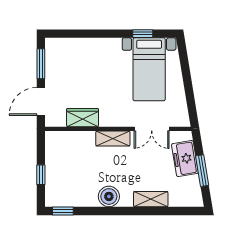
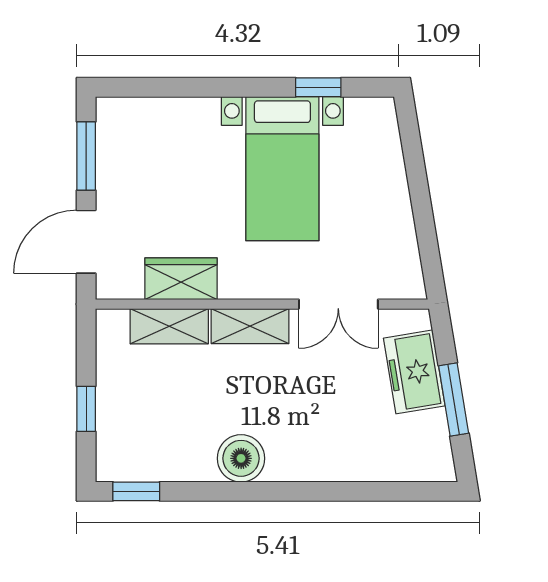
bed with nightstands: (149, 69) -> (282, 169), moved
shelving: (151, 199) -> (169, 326), moved

